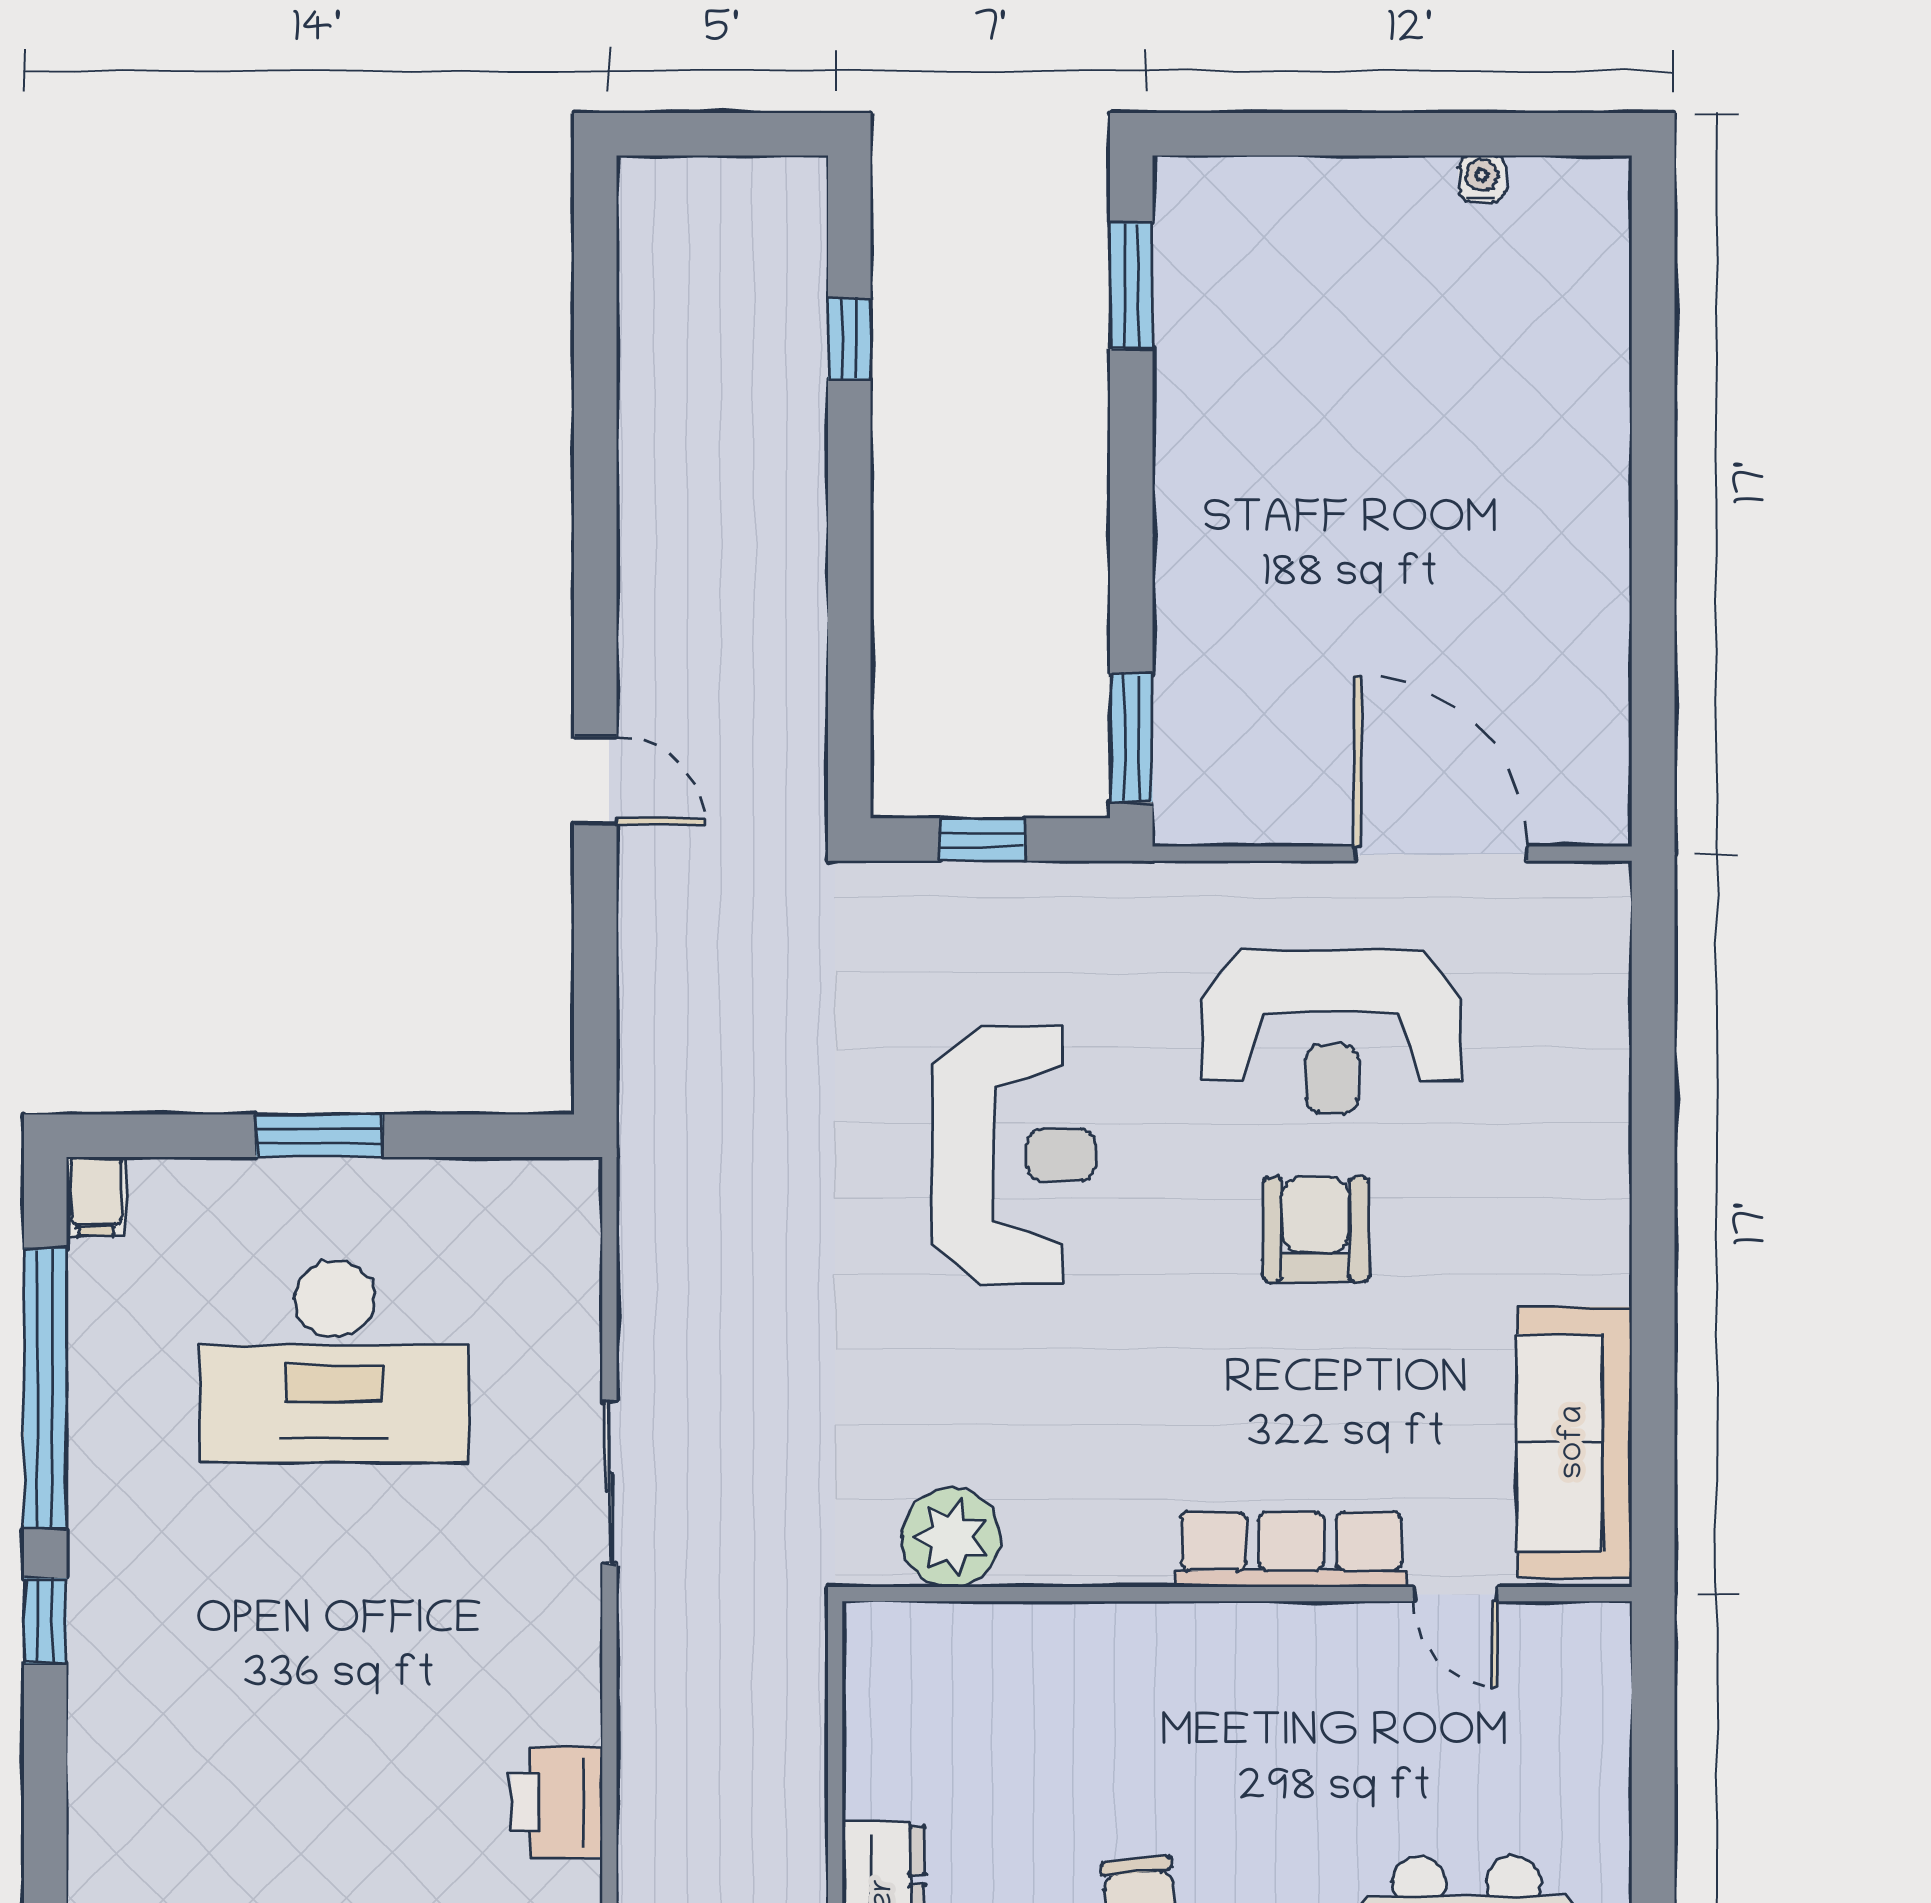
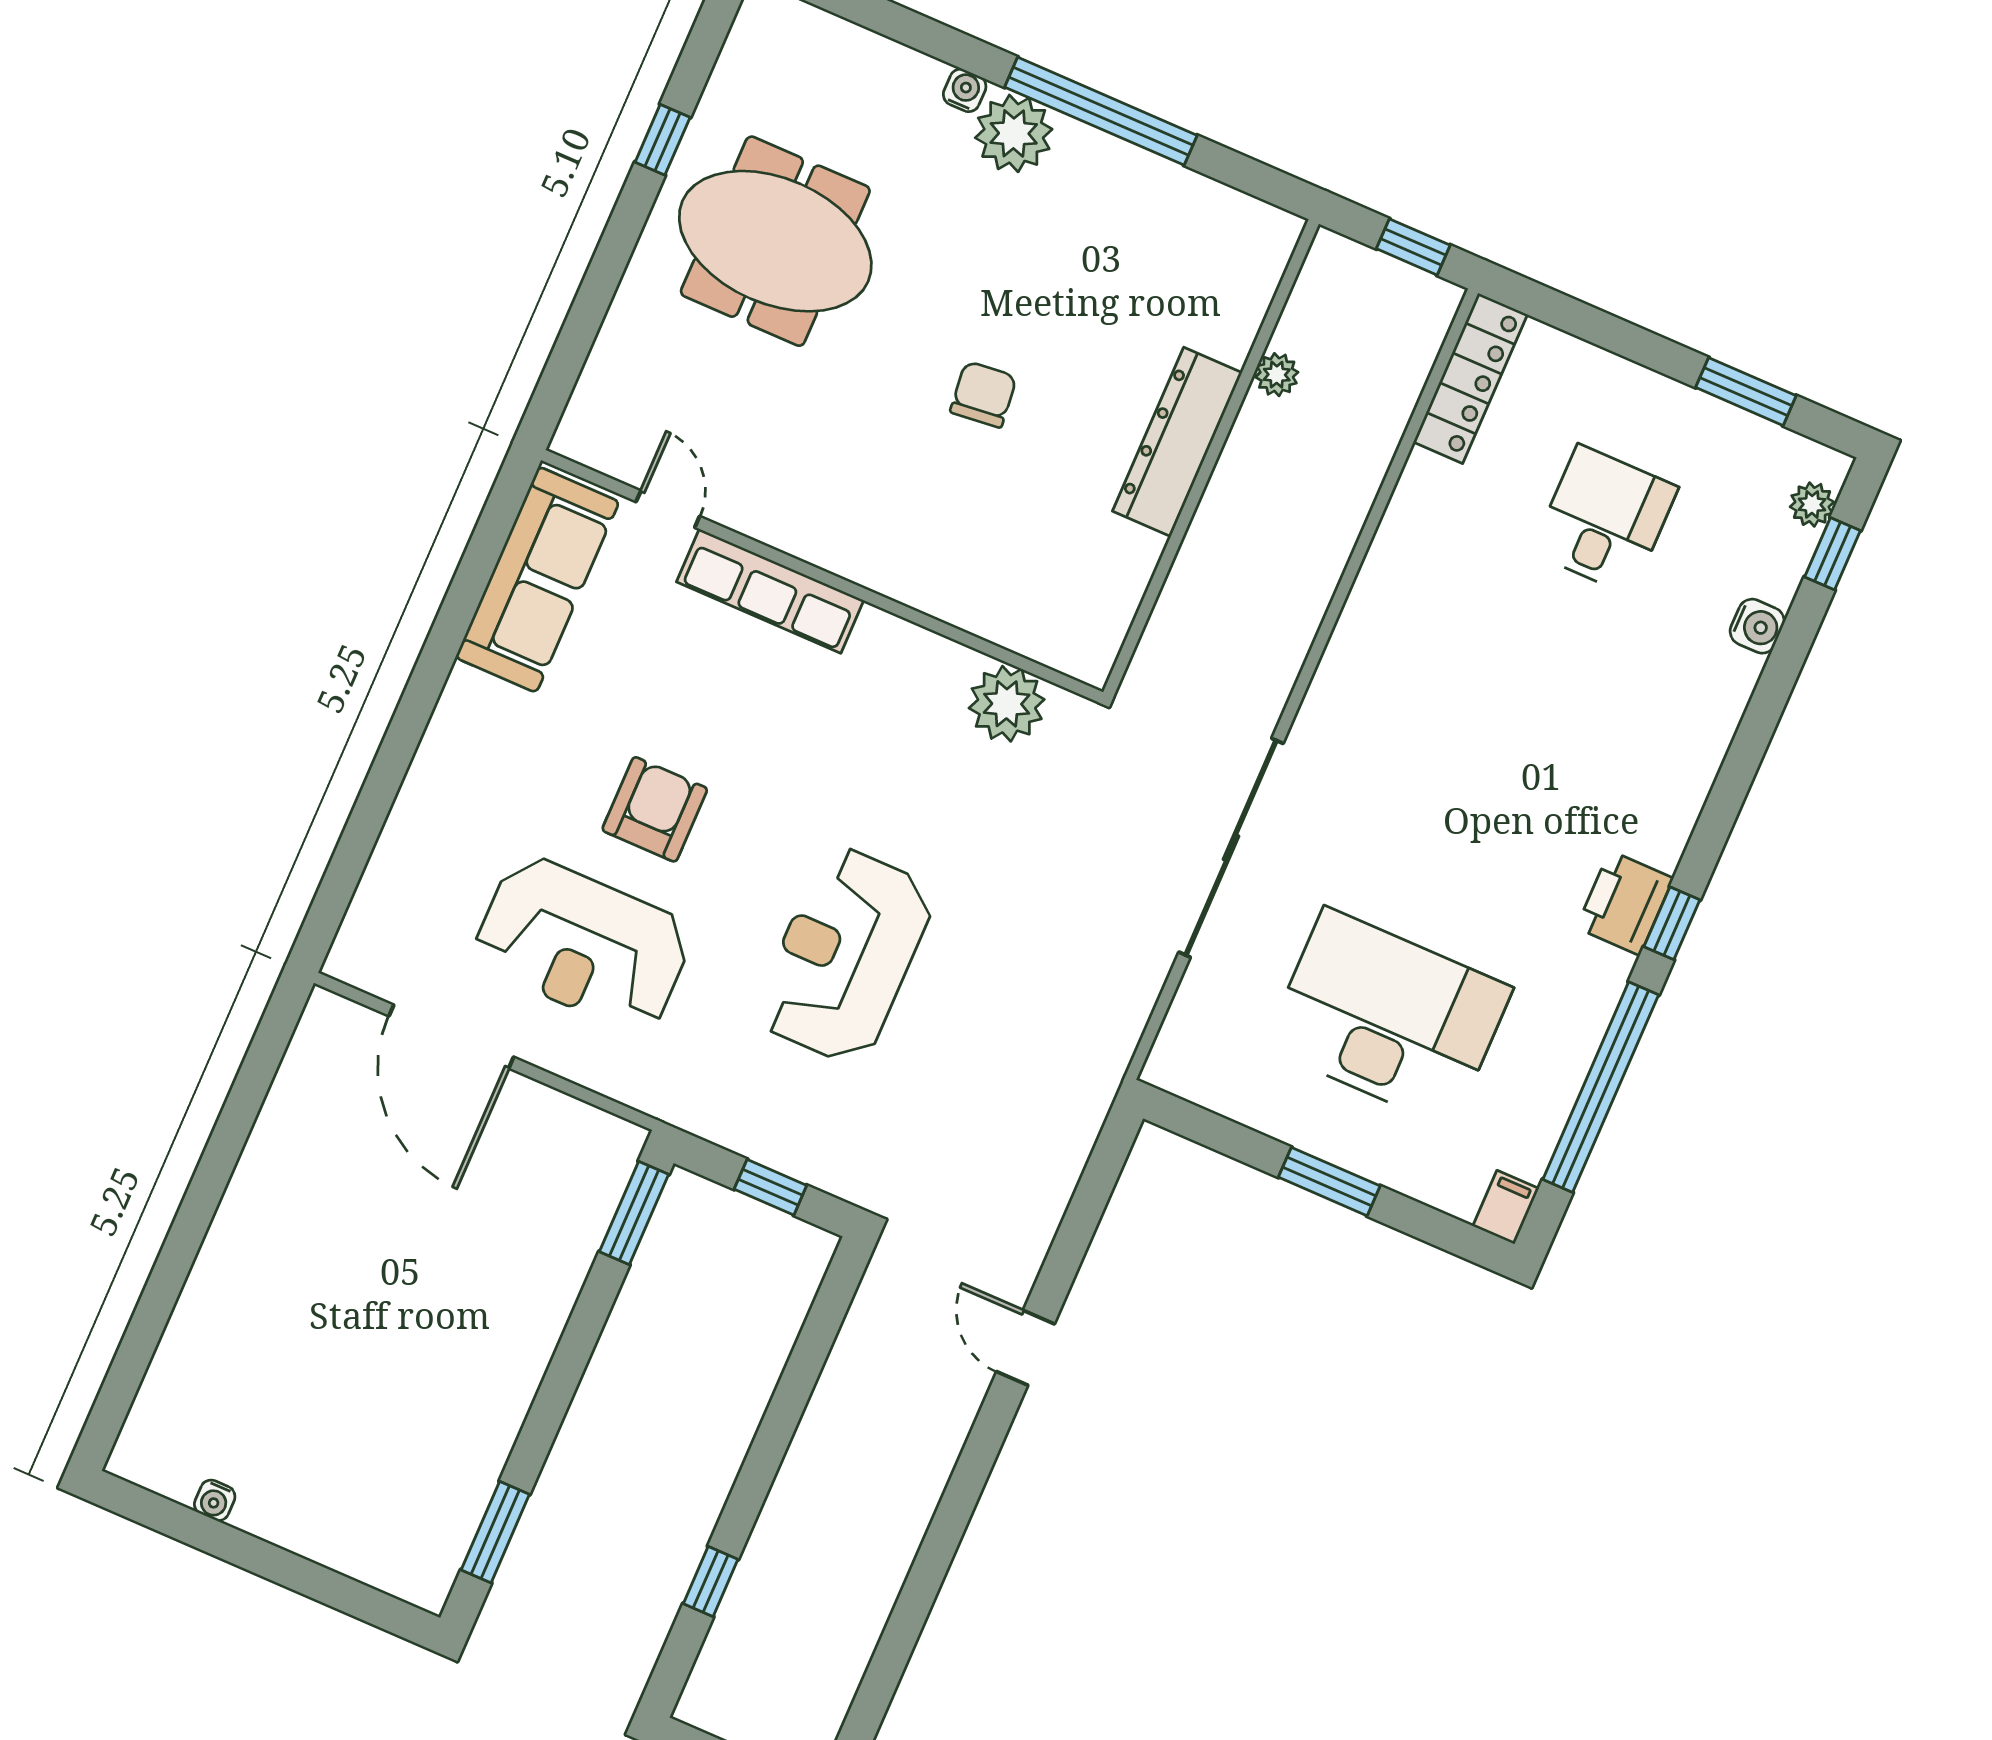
reception desk: (1332, 1032) -> (583, 944), turned 180
armchair: (1316, 1230) -> (655, 809), turned 180
sliding door: (609, 1482) -> (1231, 848), width x1.86
printer: (557, 1802) -> (1625, 903), moved, turned 180

